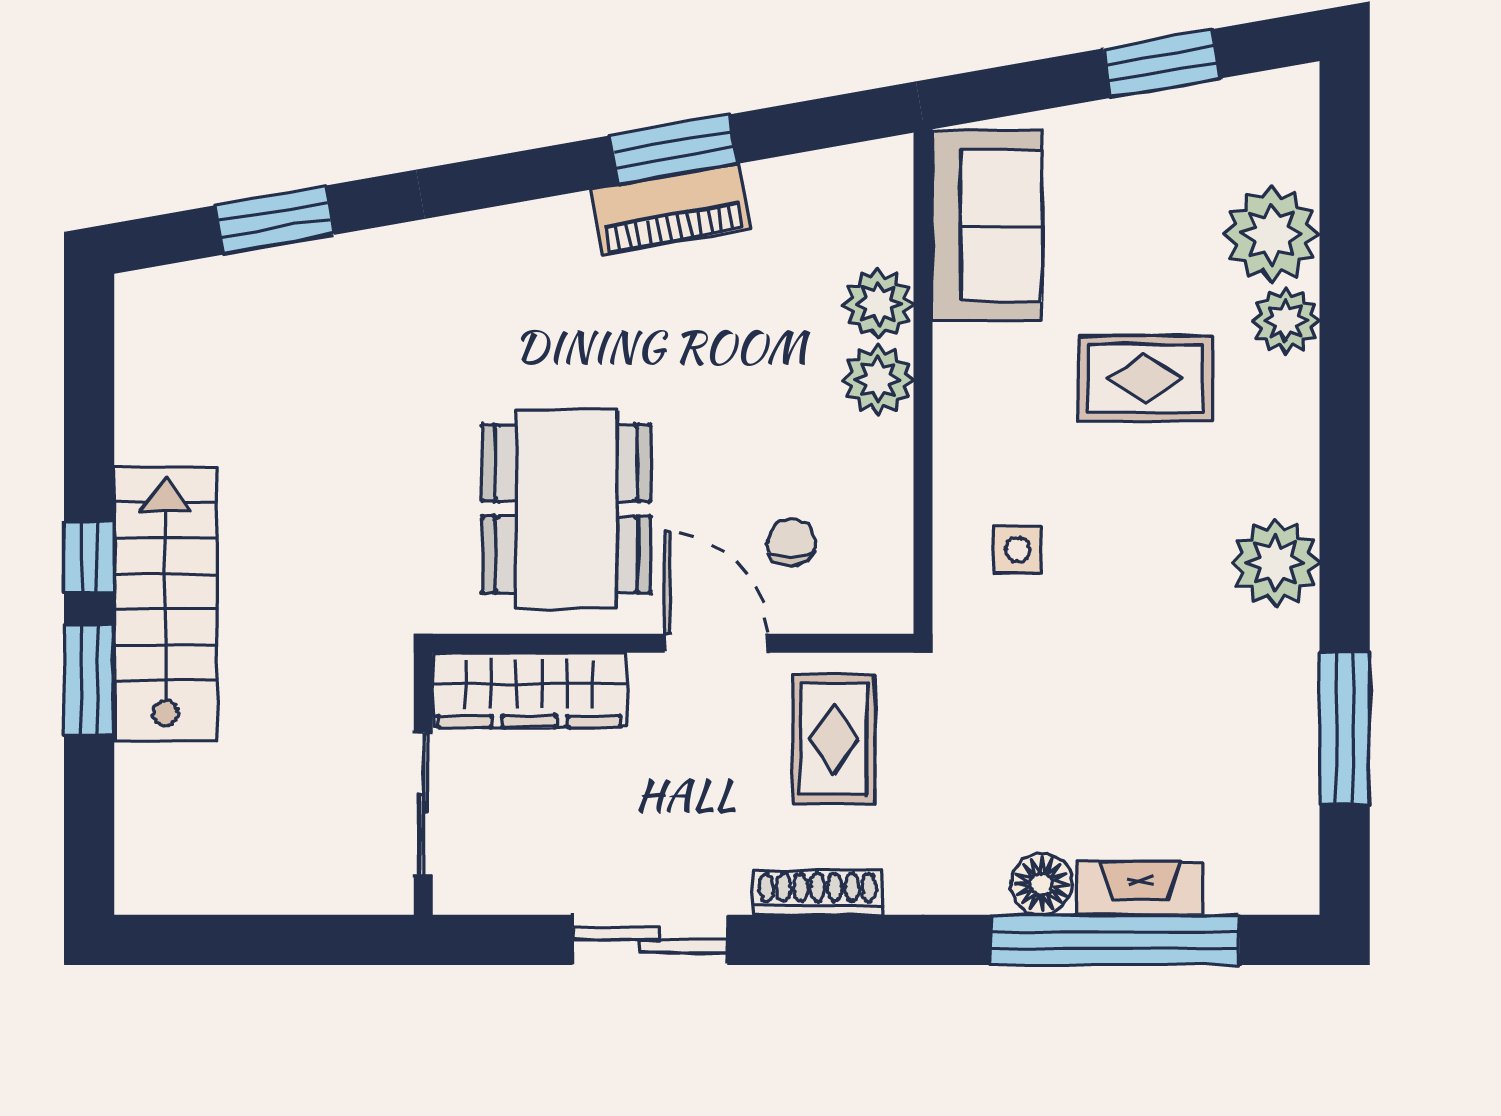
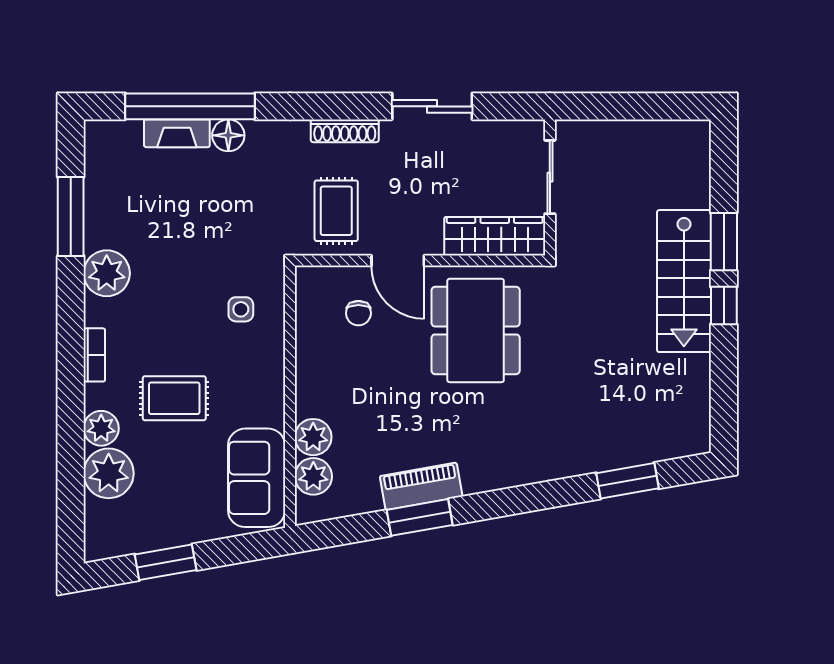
plant: (878, 380) -> (313, 476), moved
bookcase: (1299, 462) -> (94, 355), added
plant: (1275, 563) -> (107, 273), moved

